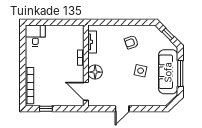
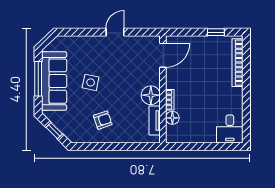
floor lamp: (79, 44) -> (172, 118), added
floor lamp: (95, 72) -> (151, 95), moved
door: (86, 91) -> (163, 55), hinge flipped

